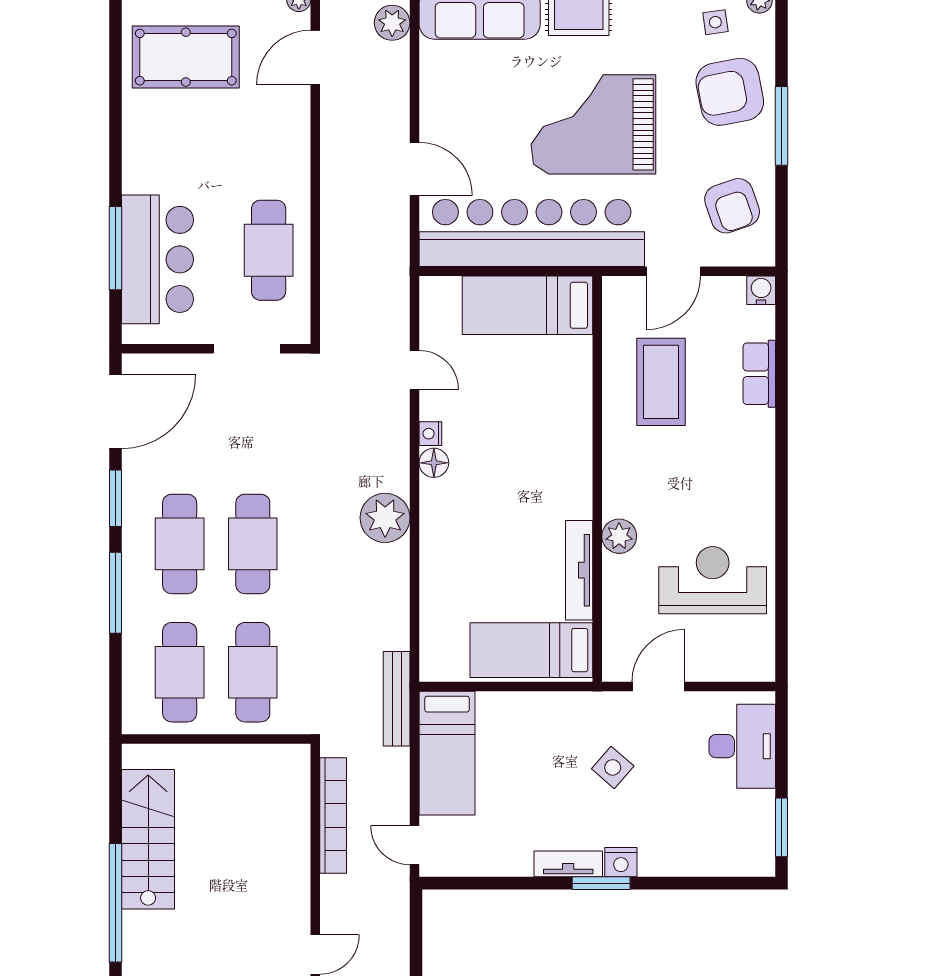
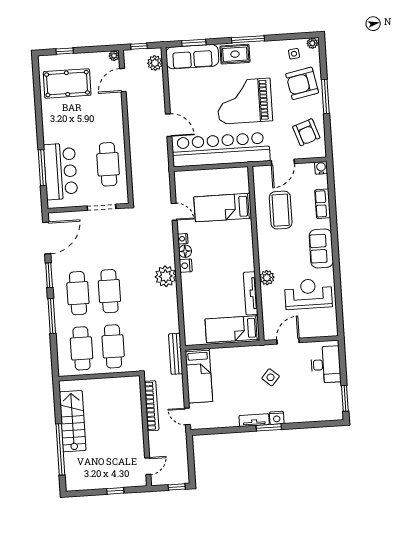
bed: (527, 305) -> (223, 208), moved
sofa: (749, 477) -> (321, 248), added
nightstand: (433, 496) -> (186, 266), added

